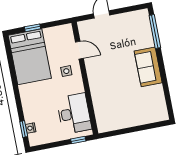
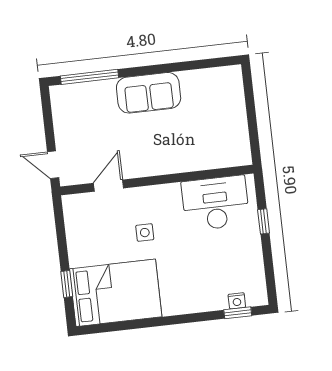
door: (79, 50) -> (108, 186), moved
wall: (85, 78) -> (157, 180), moved
desk: (74, 114) -> (215, 203), moved

